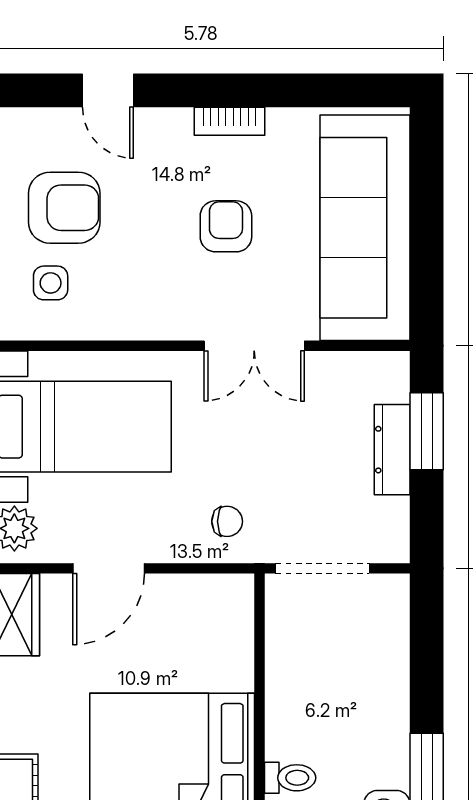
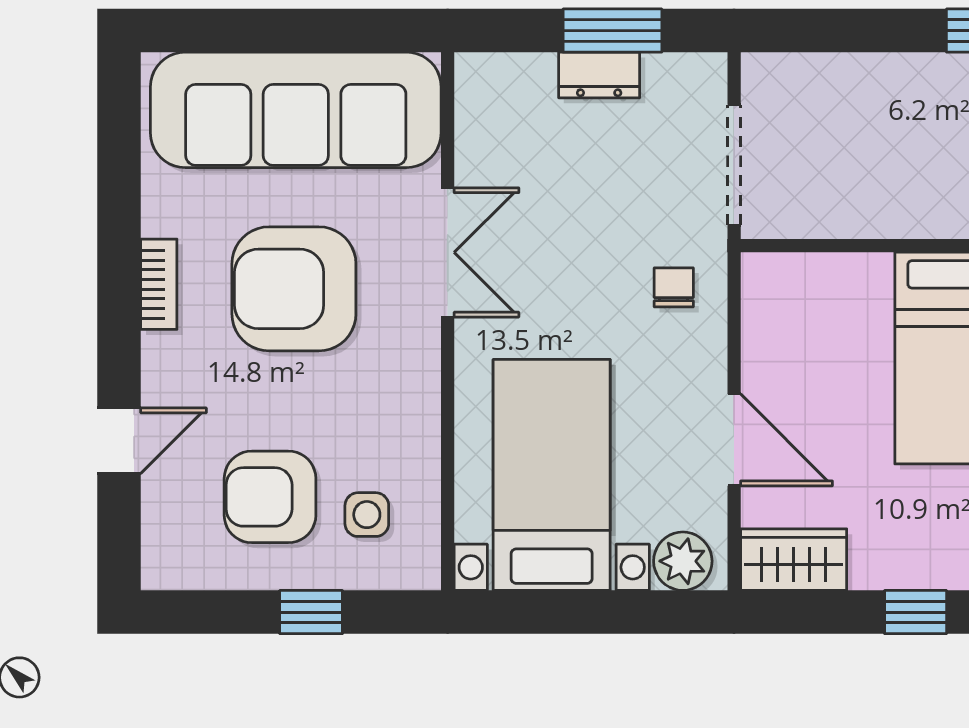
armchair: (64, 208) -> (270, 497), turned -90
armchair: (226, 226) -> (294, 289), width x1.88, depth x1.88
window: (427, 431) -> (612, 31), moved
dresser: (392, 450) -> (599, 75), width x0.70

